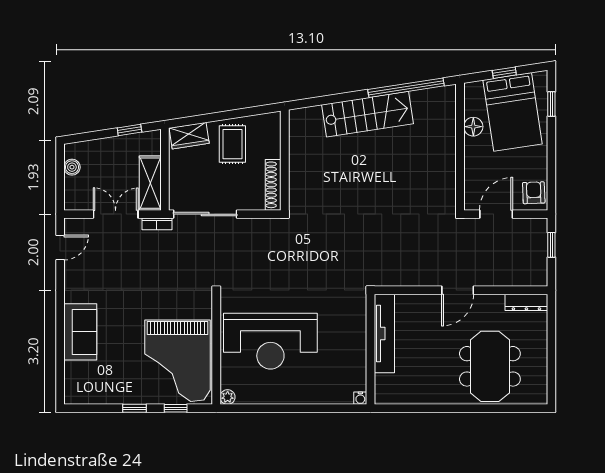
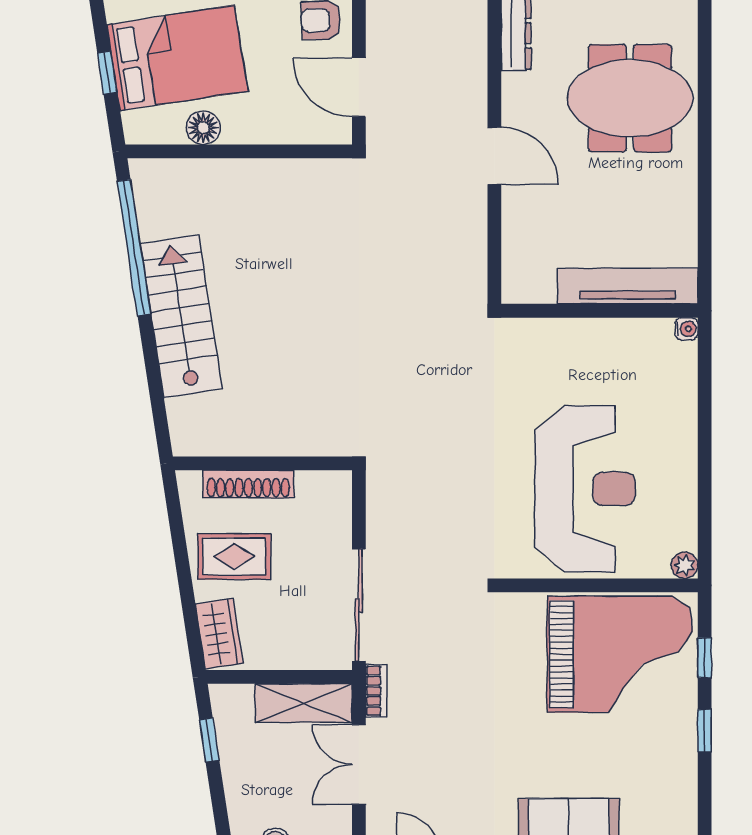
shoe rack: (273, 185) -> (248, 484), moved
tv unit: (384, 333) -> (628, 286), moved

